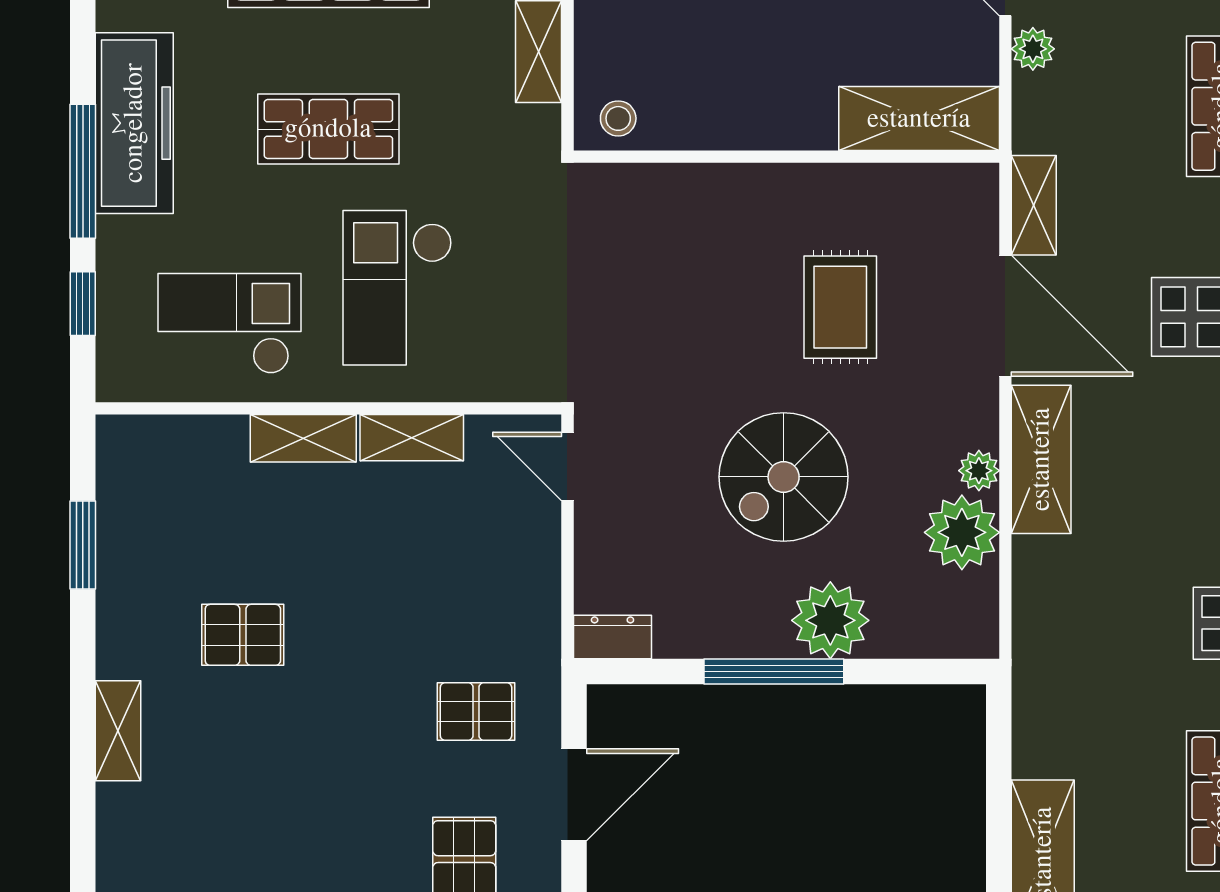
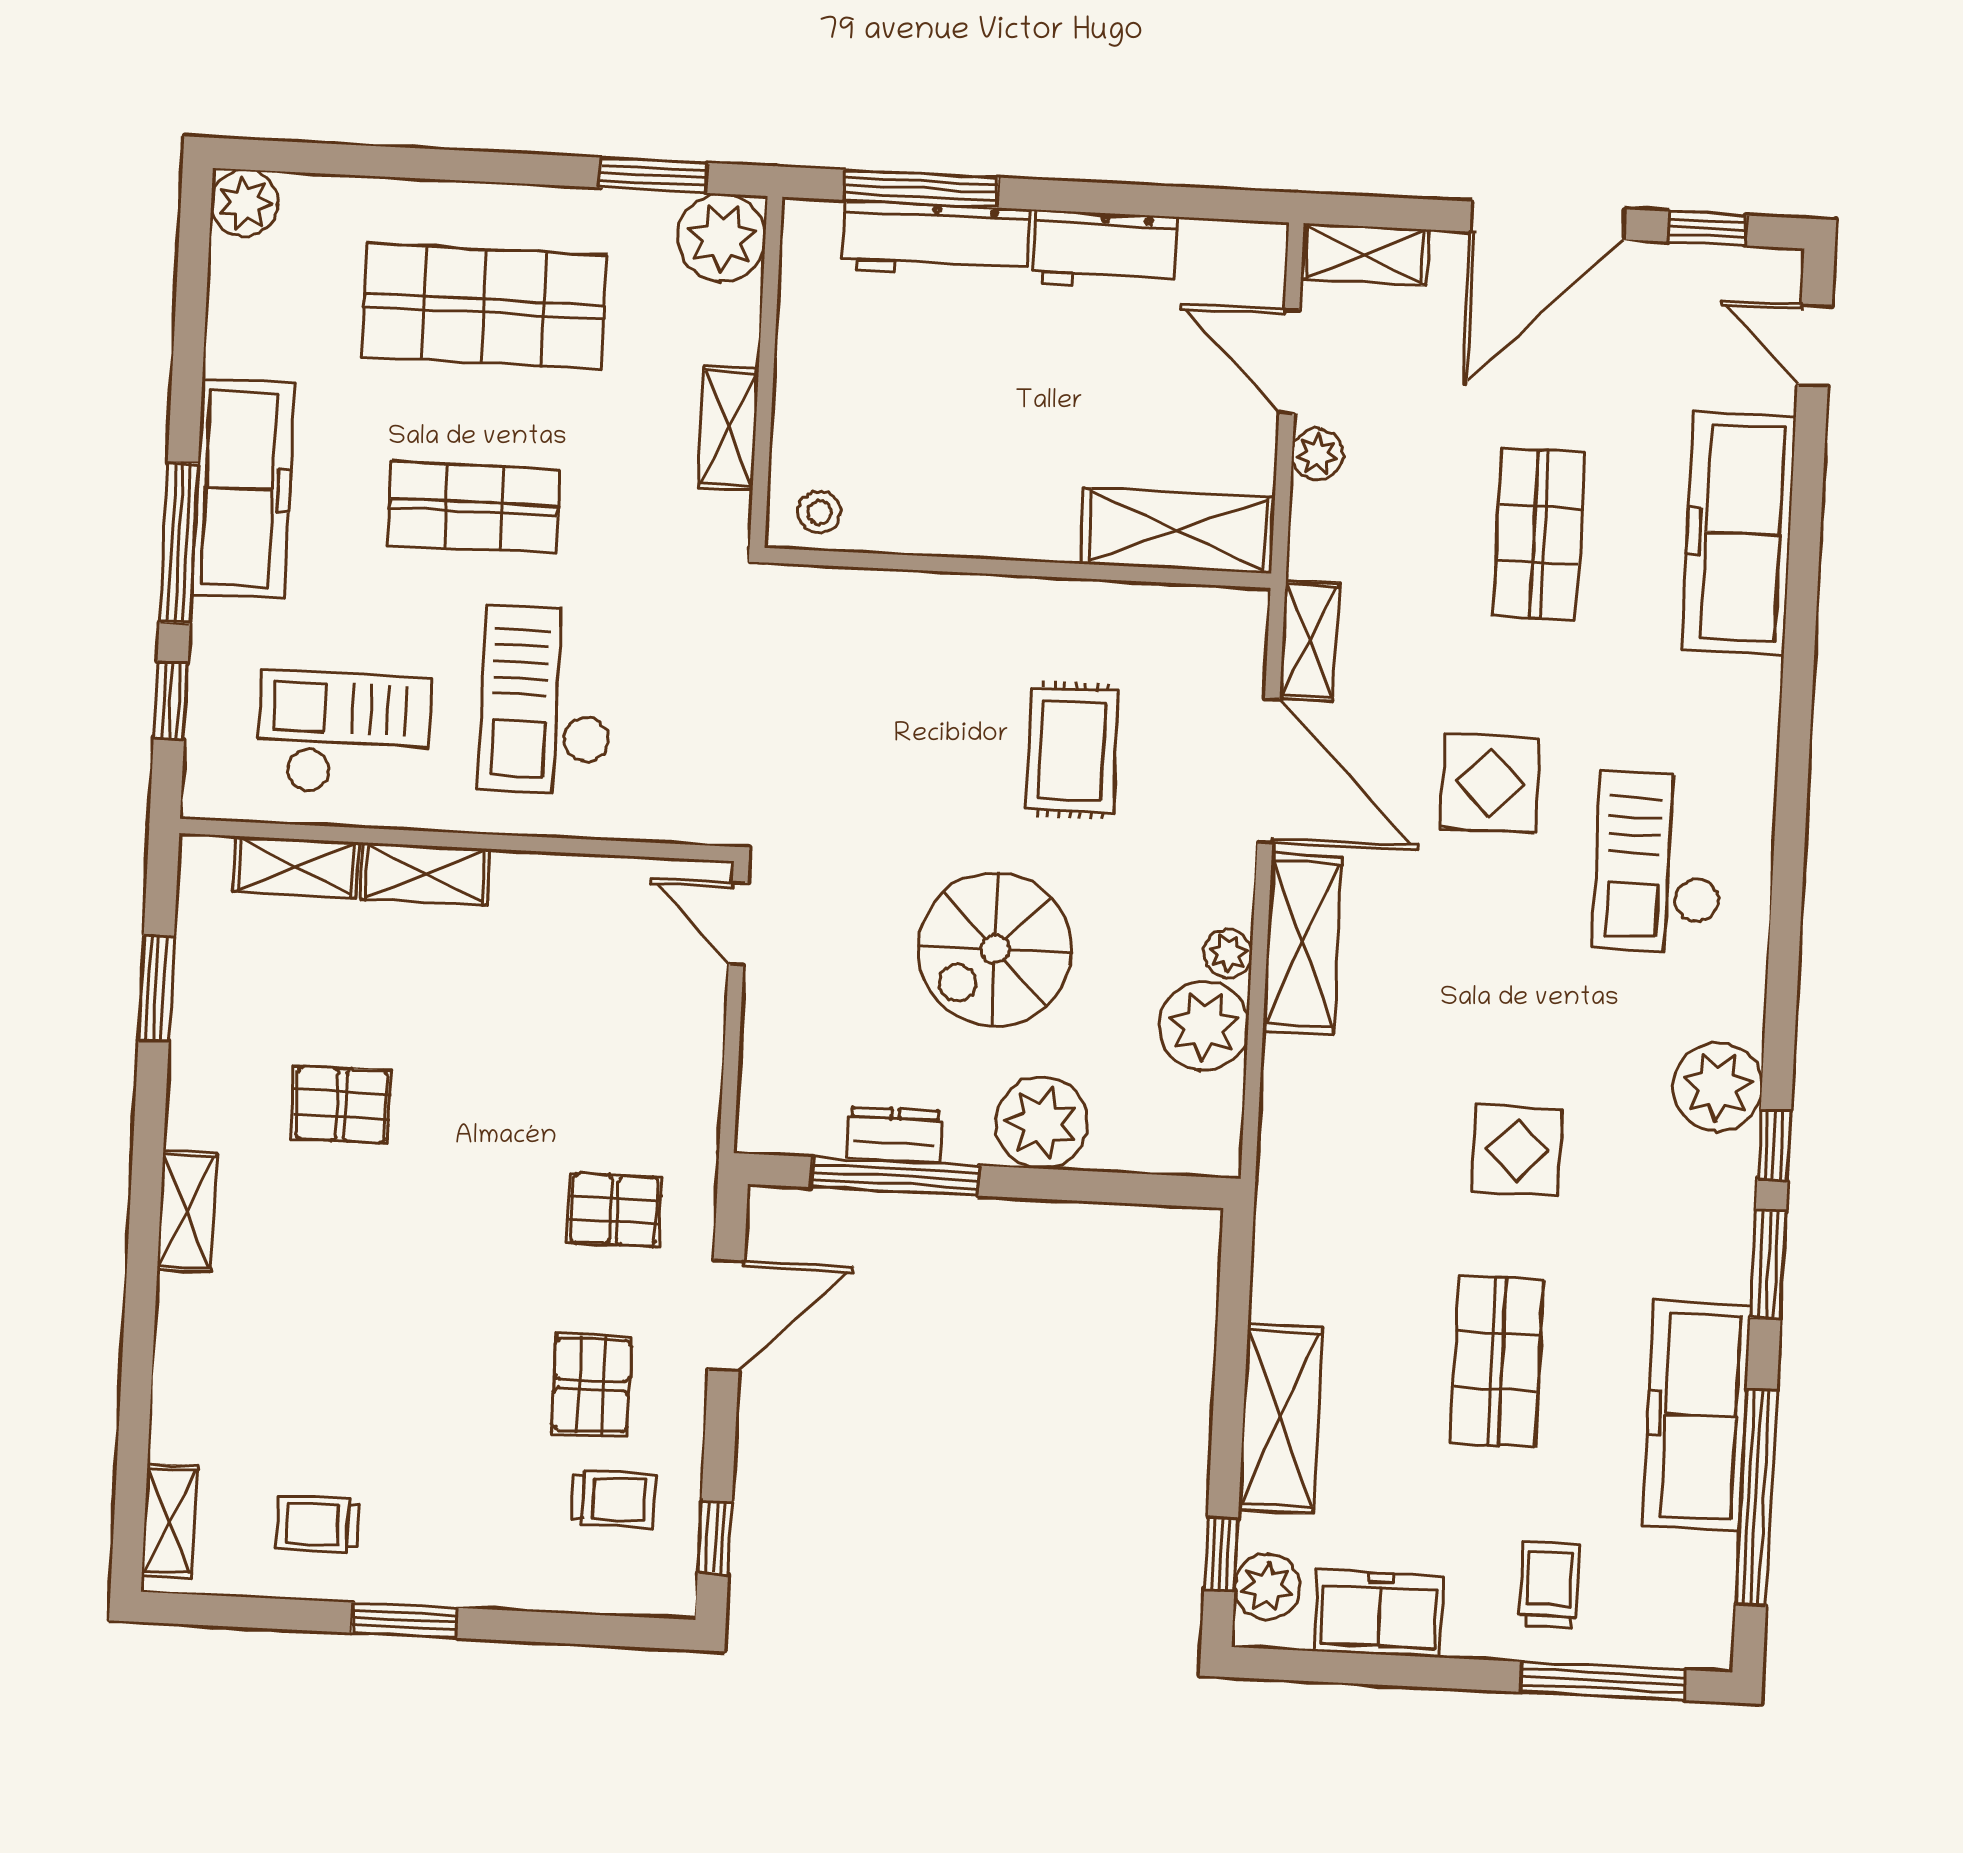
shelving: (412, 438) -> (296, 867), moved
dresser: (612, 637) -> (894, 1135), moved
window: (774, 672) -> (895, 1176), moved

